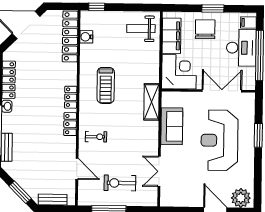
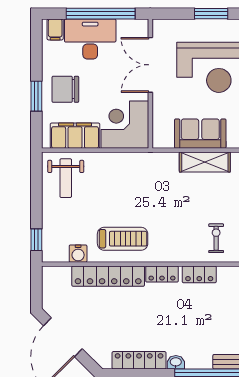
window: (213, 8) -> (36, 96), moved
locker: (70, 36) -> (108, 276), moved
treadmill: (106, 85) -> (123, 239), moved
shelving: (152, 102) -> (205, 162), moved

